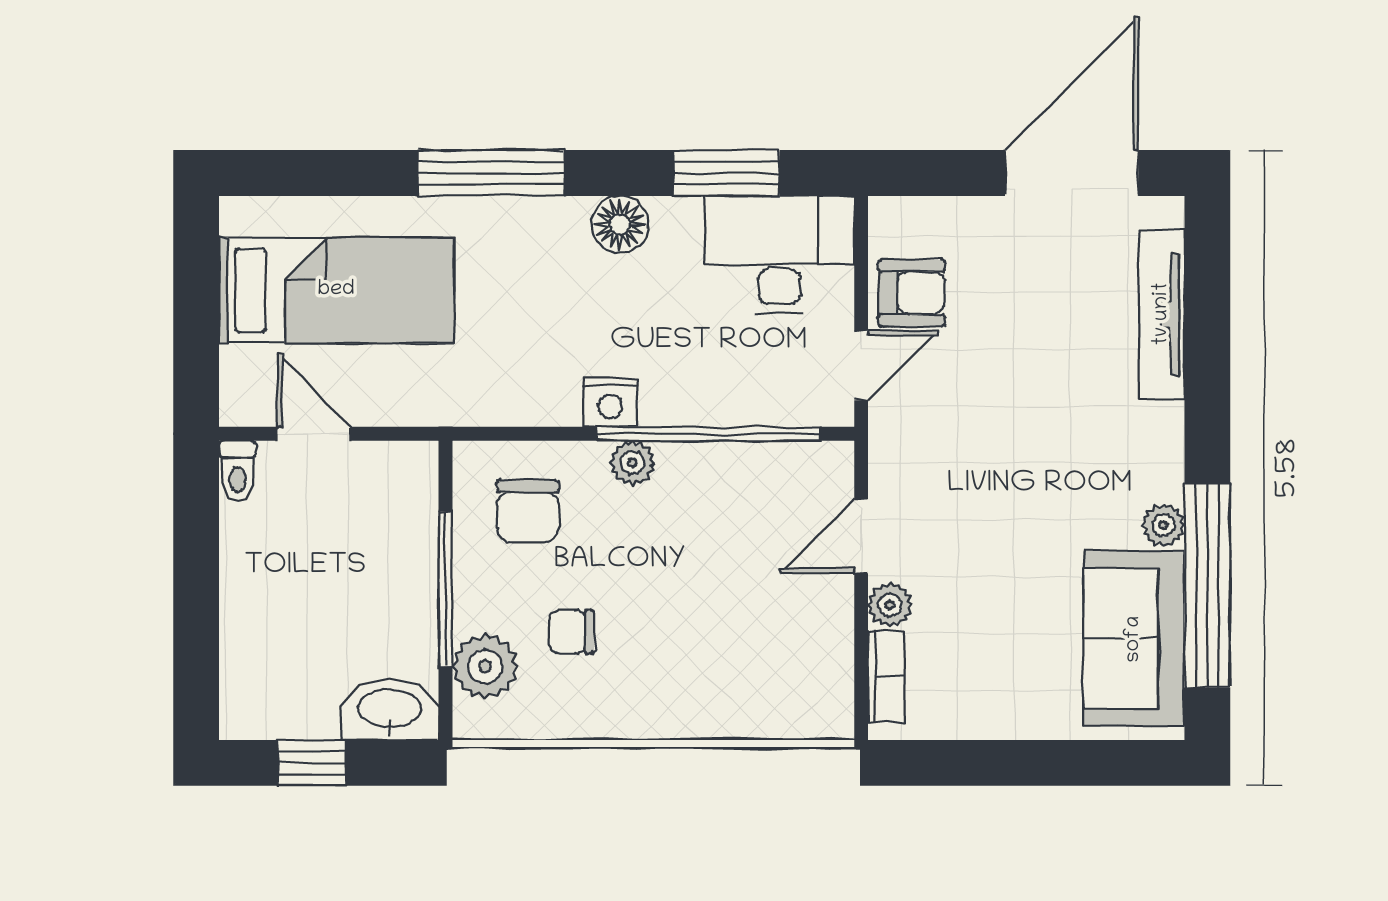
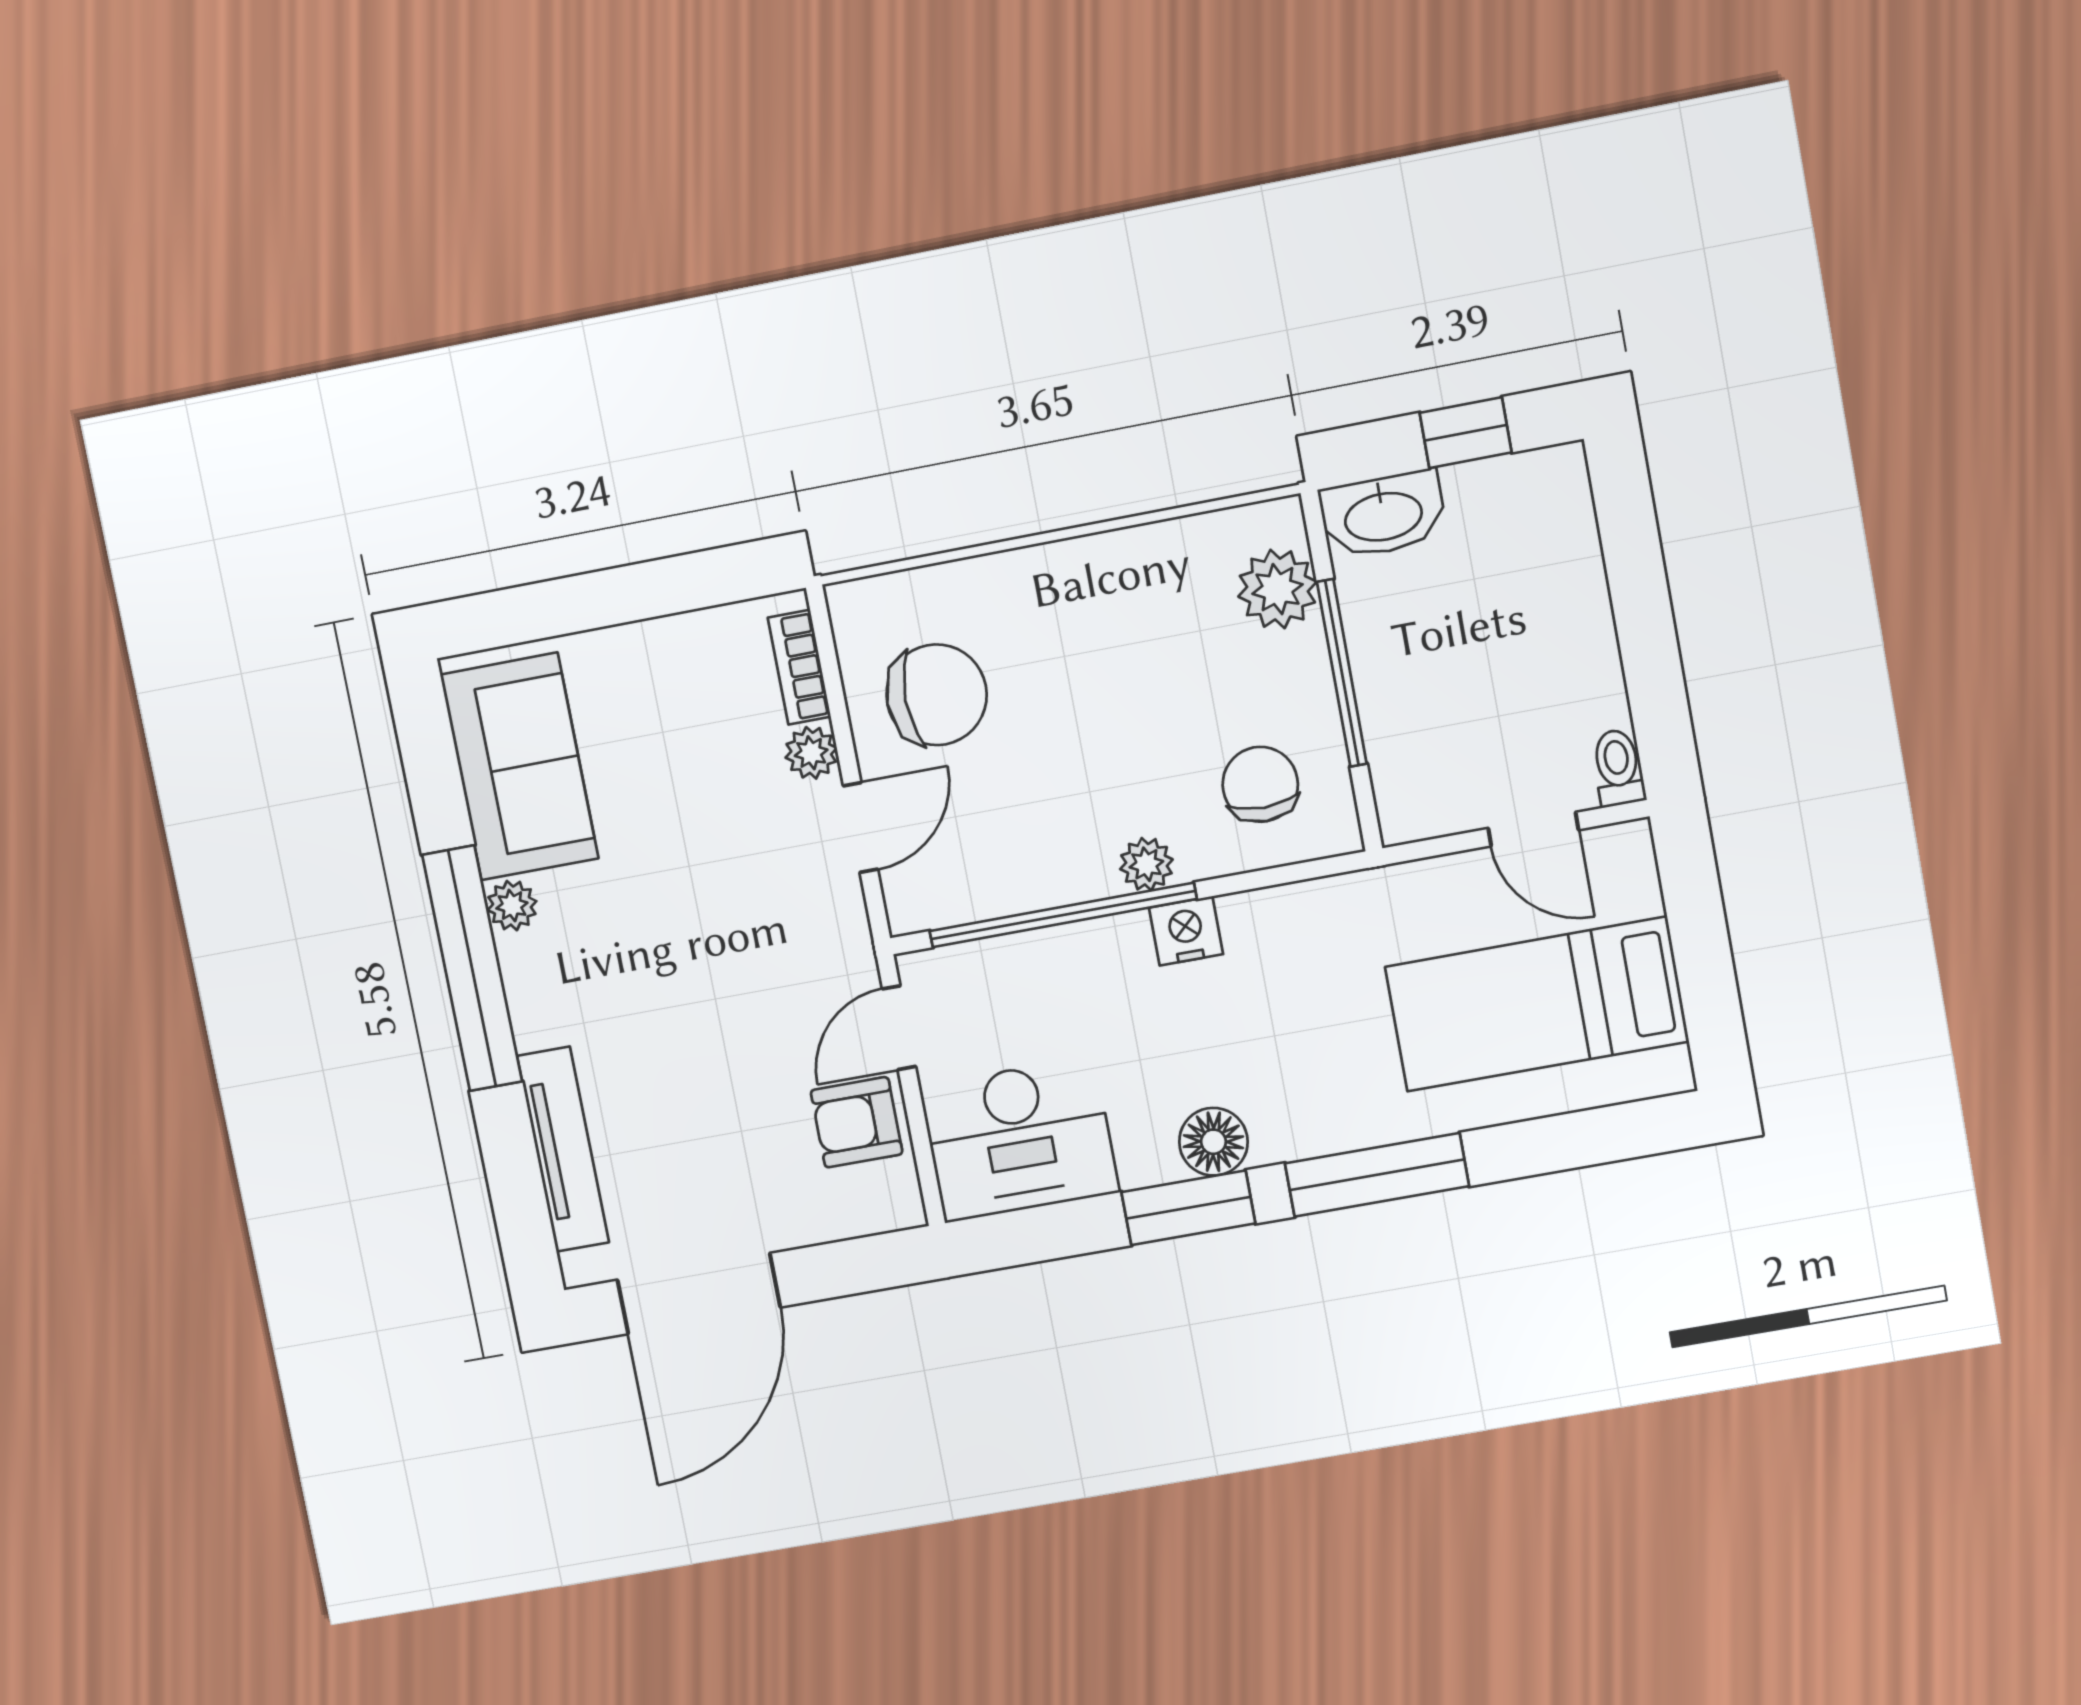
window: (727, 173) -> (1188, 1208), moved
window: (1207, 586) -> (472, 968), moved
chair: (571, 632) -> (937, 695), moved, width x1.87, depth x1.87

